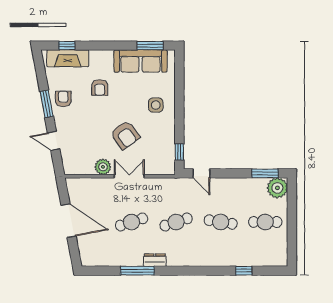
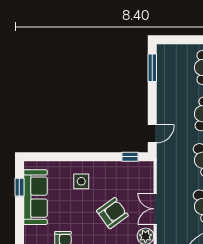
window: (150, 46) -> (19, 187), width x0.67
plant: (277, 188) -> (167, 55), removed

